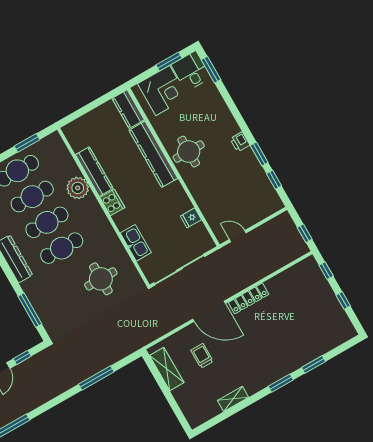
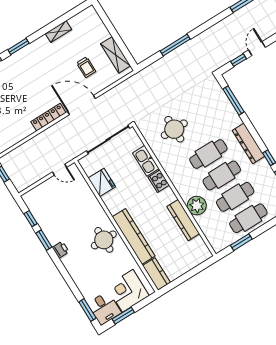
cooker: (112, 203) -> (159, 181), moved
fridge: (191, 218) -> (102, 182), width x1.88, depth x1.34

